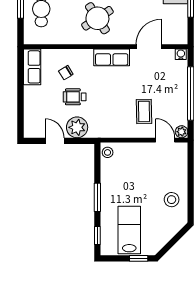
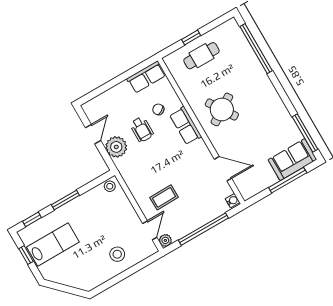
row of seats: (112, 57) -> (185, 126), moved
wheelchair: (75, 97) -> (142, 129), turned 180
stool: (172, 200) -> (117, 254), moved
window: (139, 258) -> (26, 255), moved

